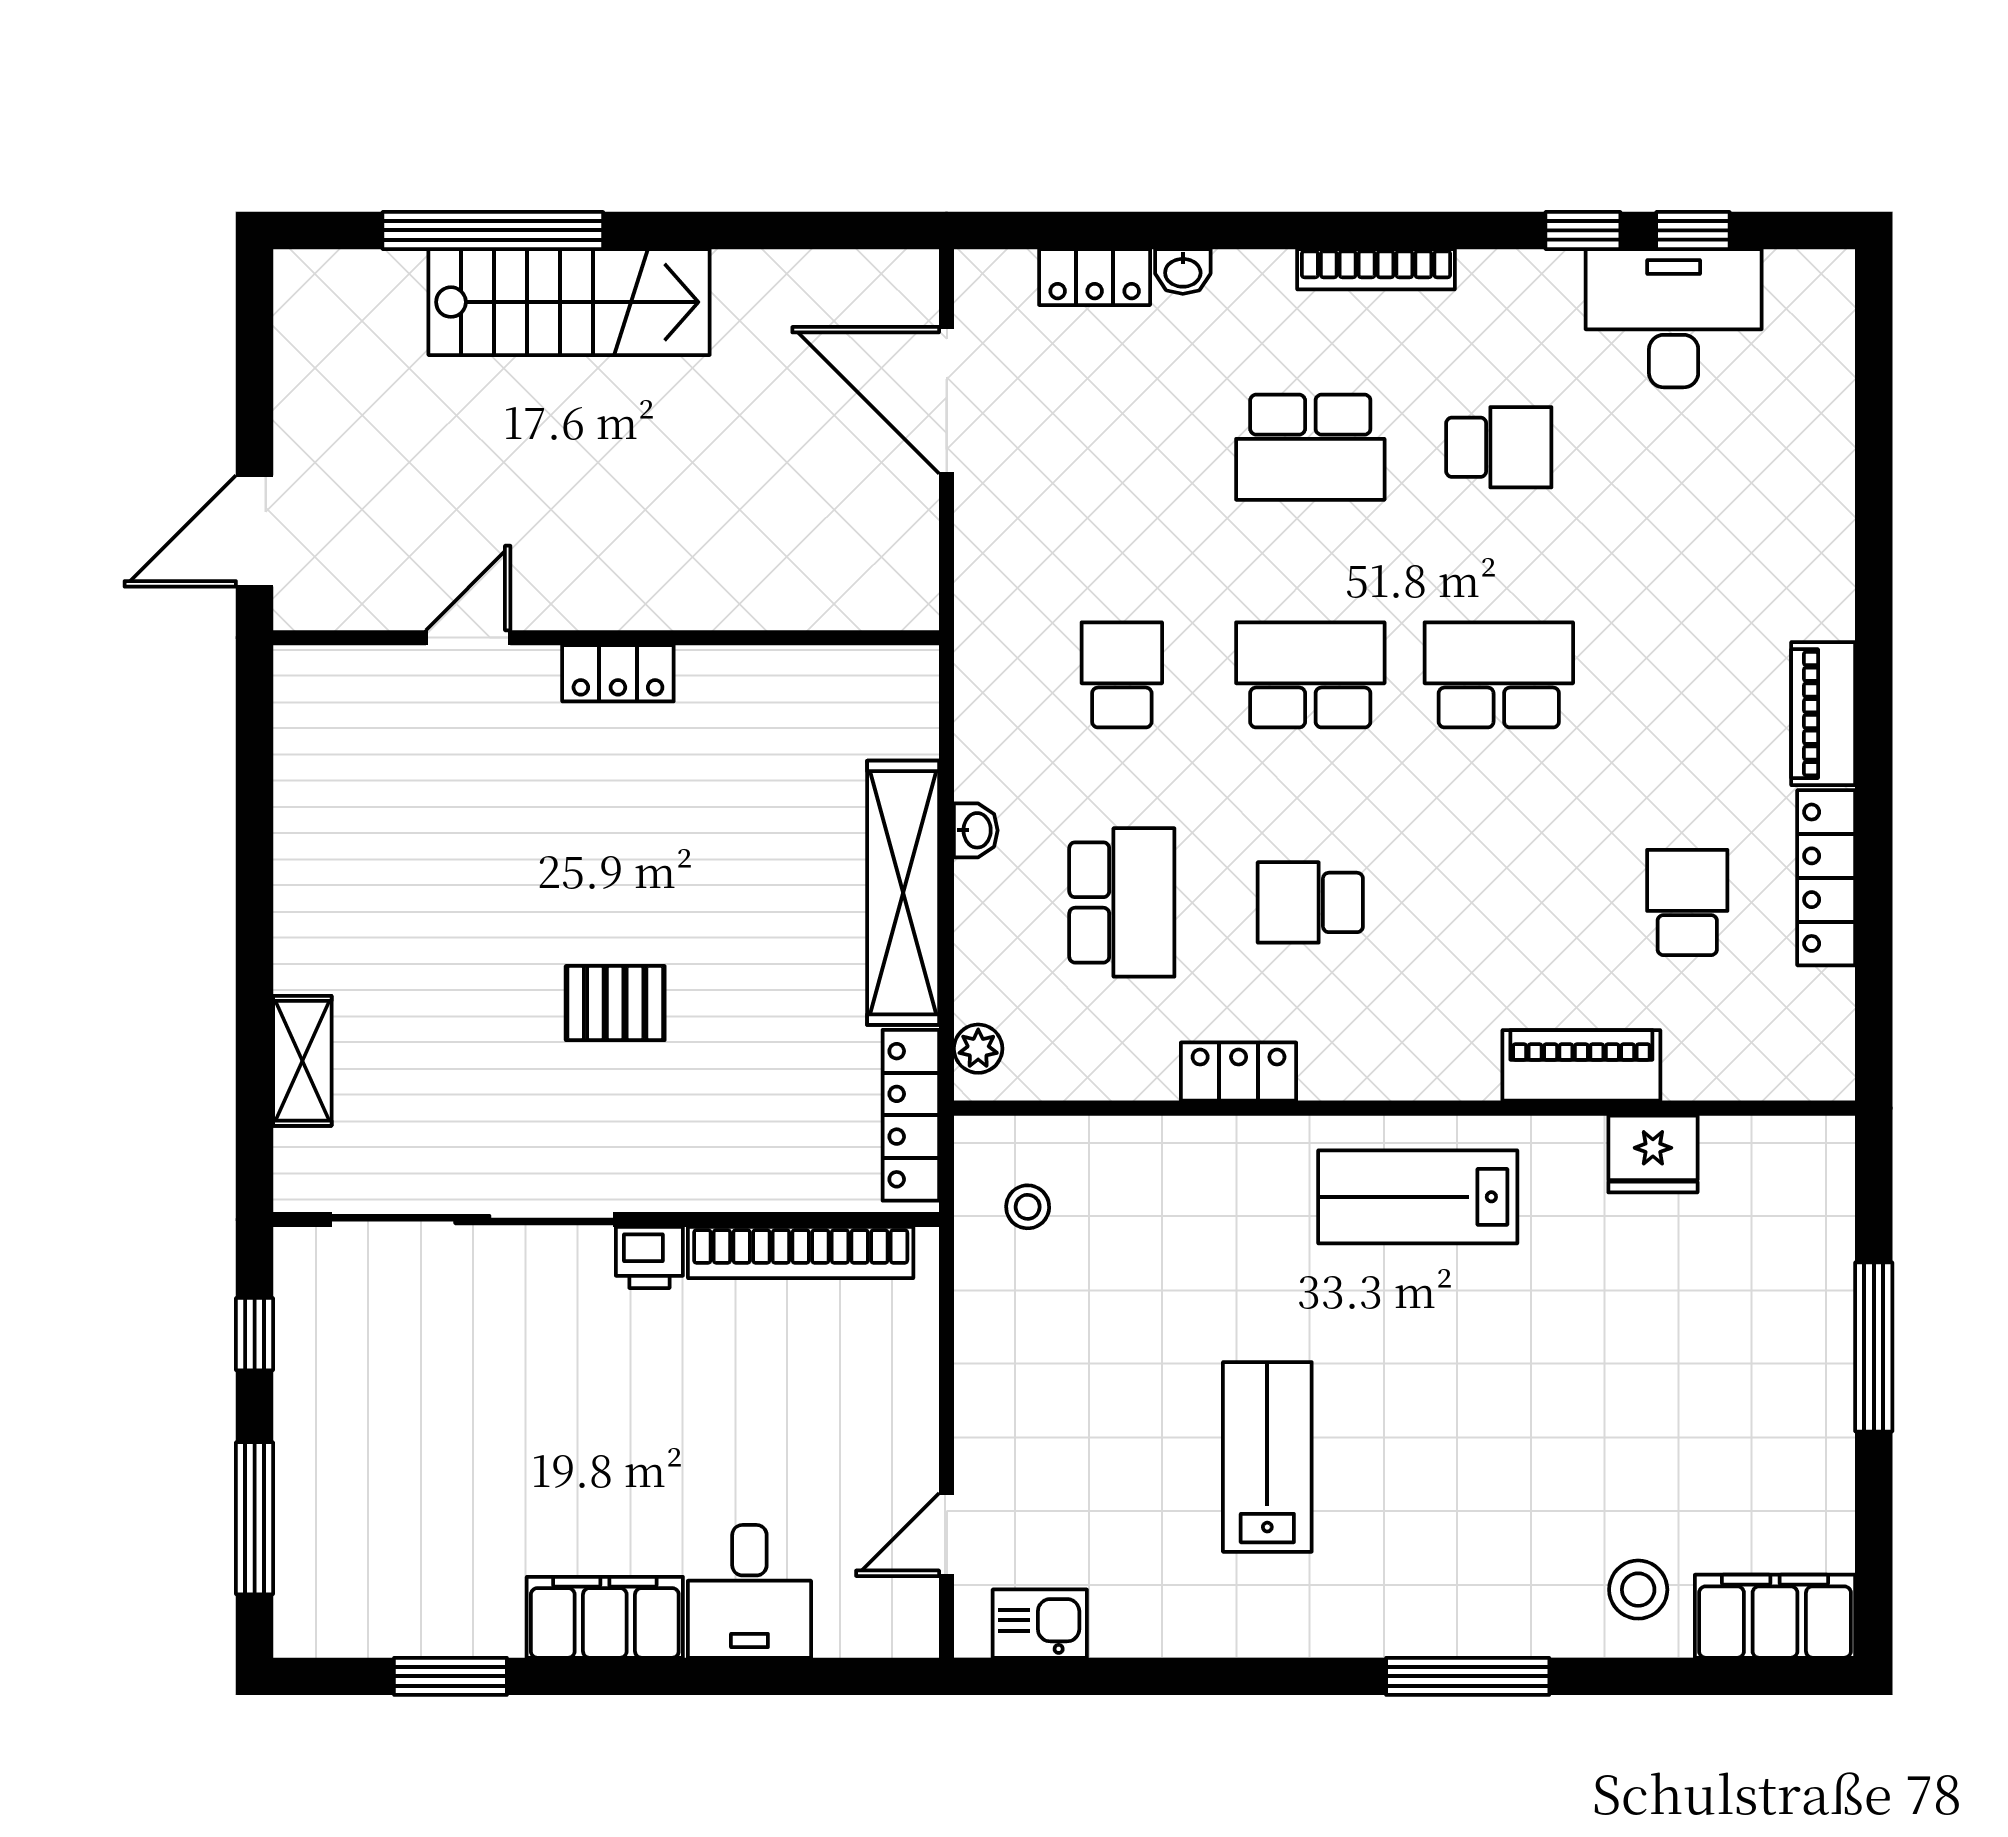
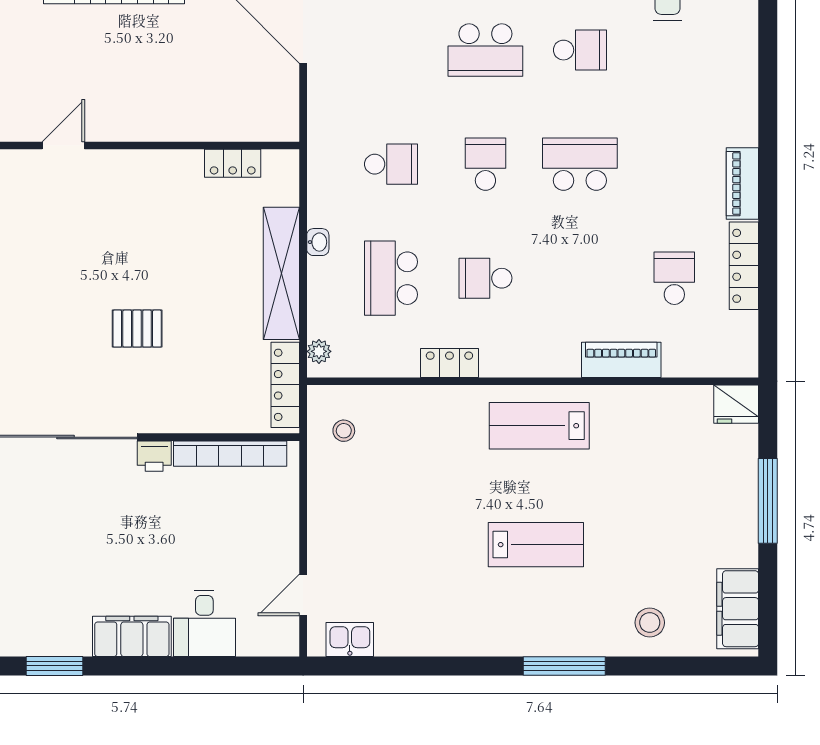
locker: (618, 673) -> (233, 163), moved
school desk: (1122, 675) -> (391, 164), turned 90
school desk: (1310, 675) -> (485, 164), width x0.54
school desk: (1122, 902) -> (391, 278), turned 180
fridge: (1653, 1154) -> (736, 404), moved
lab bench: (1267, 1457) -> (536, 545), moved, turned 90
filing cabinet: (1775, 1616) -> (738, 609), moved, turned -90

